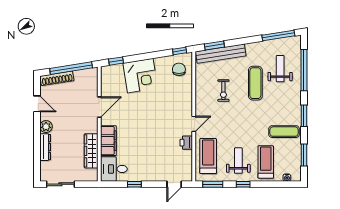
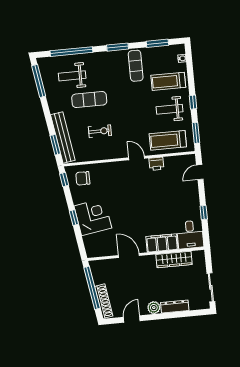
window: (116, 61) -> (74, 218), moved
door: (174, 184) -> (200, 172), swing flipped

